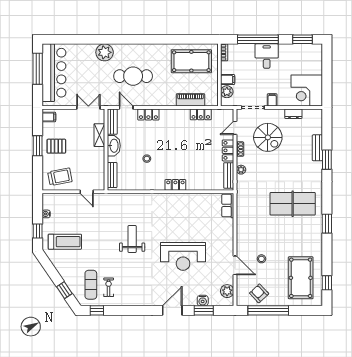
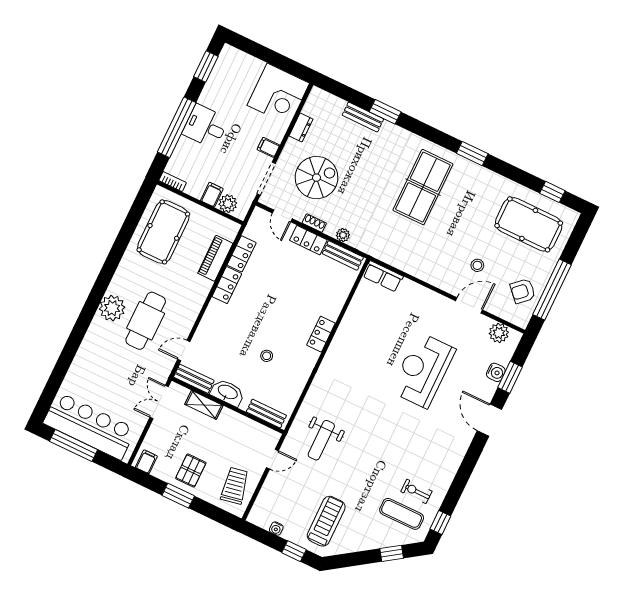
plant: (105, 52) -> (112, 308), moved
locker: (148, 114) -> (227, 285), moved
weight bench: (132, 239) -> (321, 440), moved, turned -90
reception desk: (183, 256) -> (423, 370), turned 180

